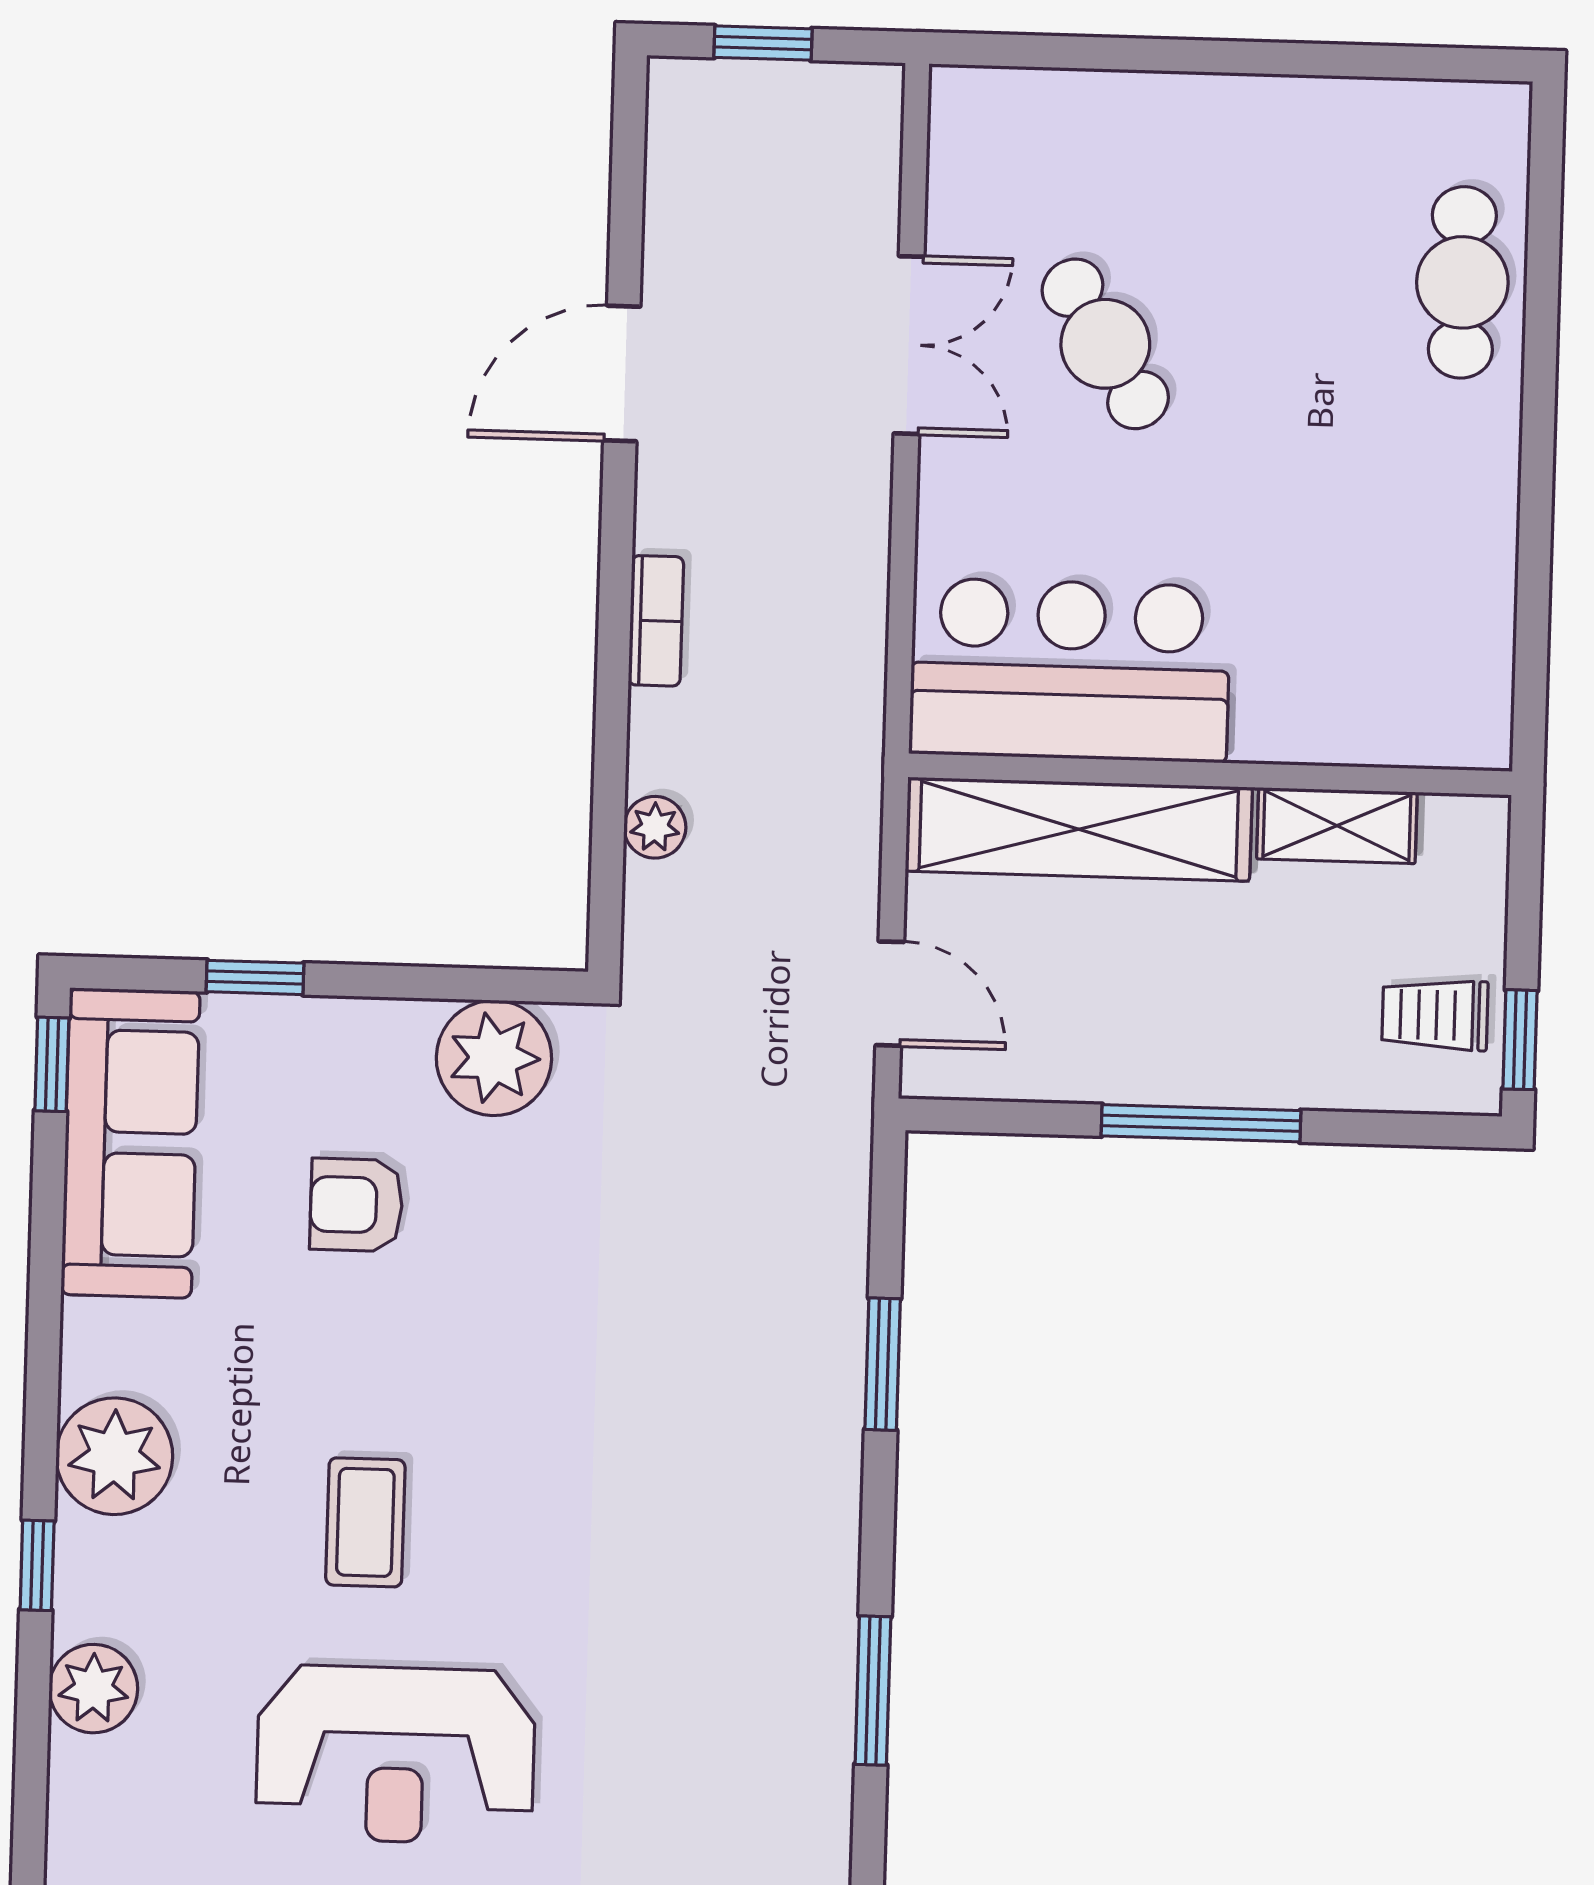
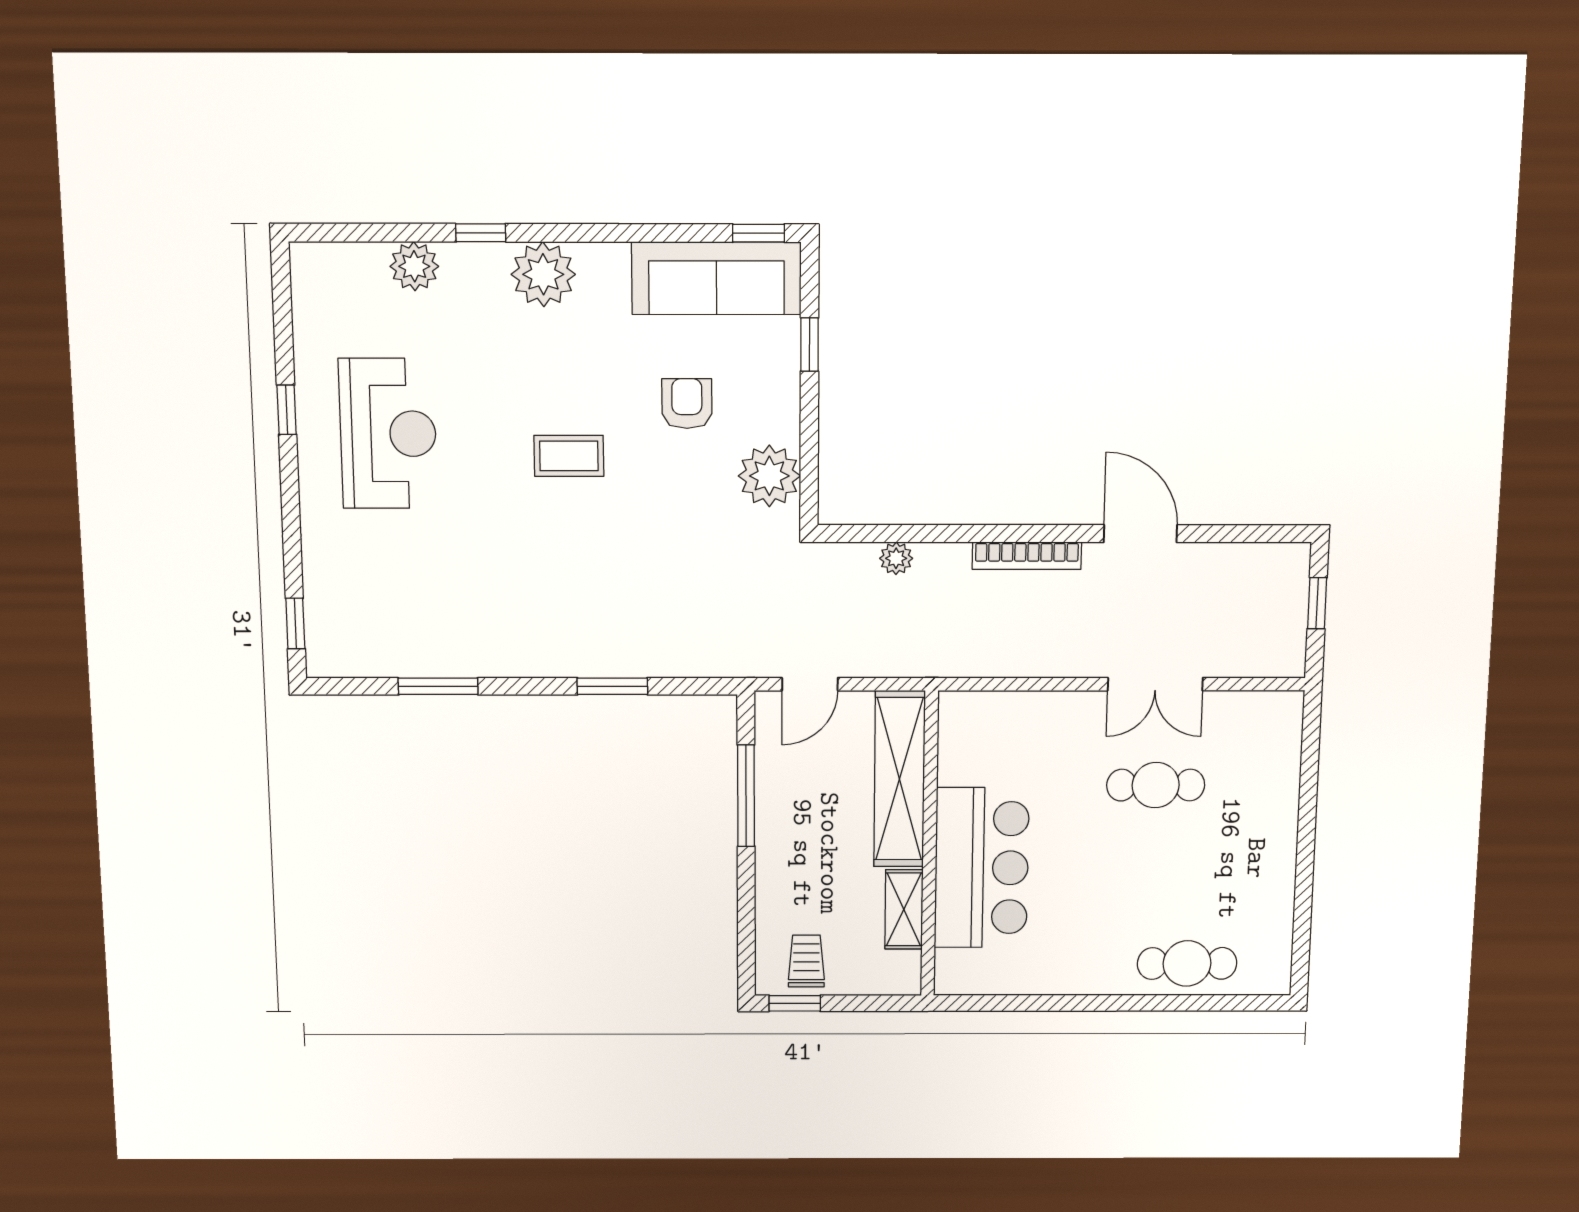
cafe table: (1105, 344) -> (1156, 785), turned 32
bookcase: (656, 621) -> (1027, 556), width x1.56
bar counter: (1070, 670) -> (982, 868), moved
window: (1201, 1123) -> (746, 796), moved
coffee table: (365, 1522) -> (569, 456), moved
reception desk: (396, 1755) -> (388, 434), turned 180

